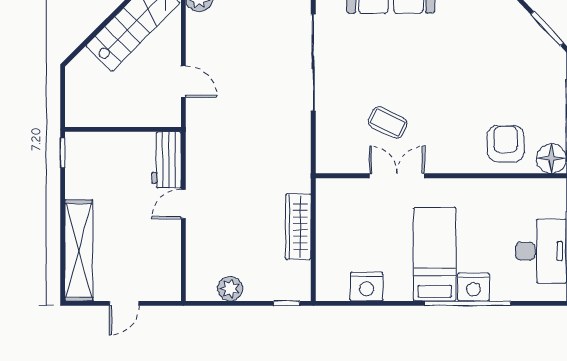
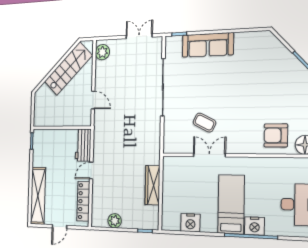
armchair: (506, 144) -> (276, 135), turned -90
locker: (170, 257) -> (83, 201), added

